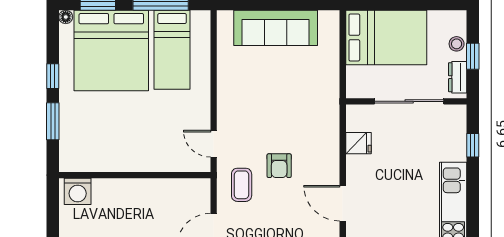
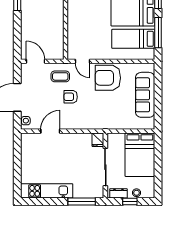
armchair: (244, 97) -> (108, 78), added
fridge: (359, 143) -> (98, 140), moved
door: (214, 144) -> (83, 61), swing flipped
window: (473, 145) -> (82, 202), width x2.17

